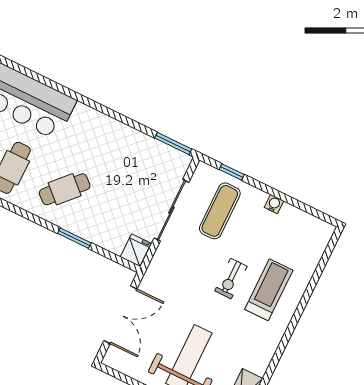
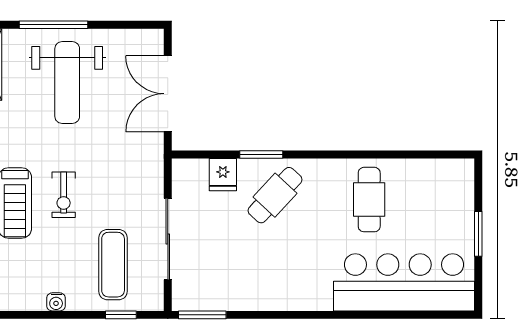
cafe table: (65, 189) -> (275, 195), moved
fridge: (136, 250) -> (223, 175), moved
exercise bike: (231, 279) -> (64, 195), turned 180

